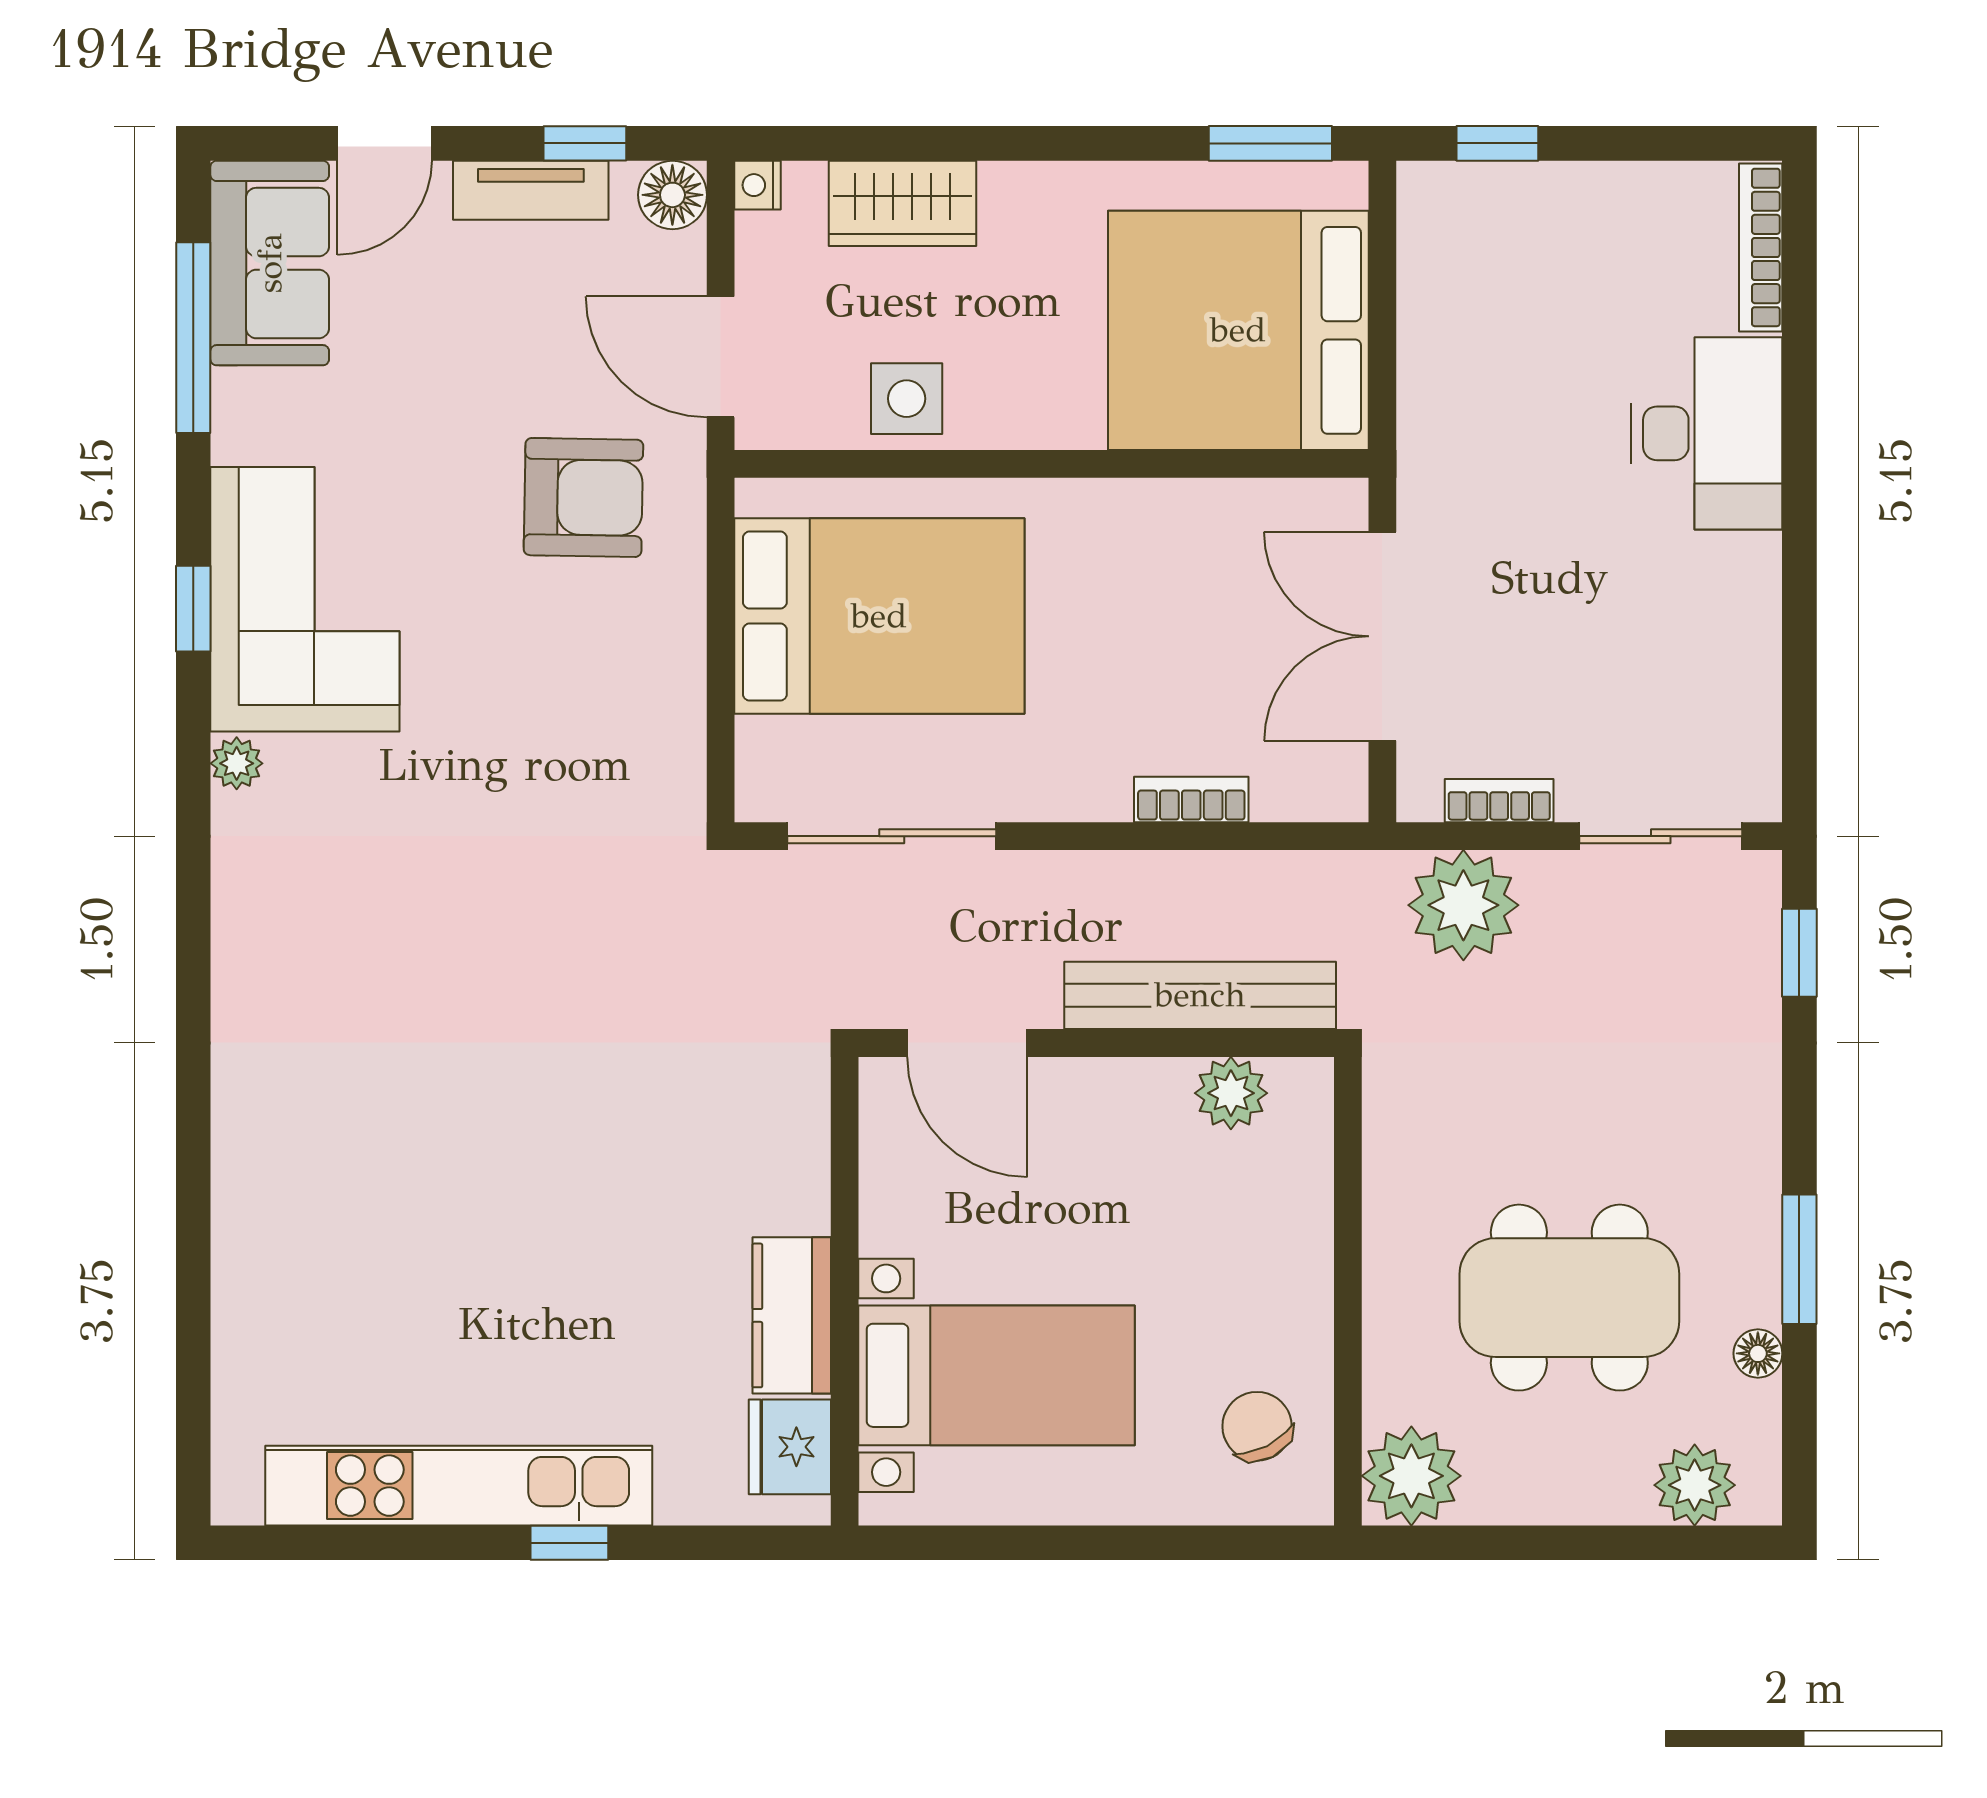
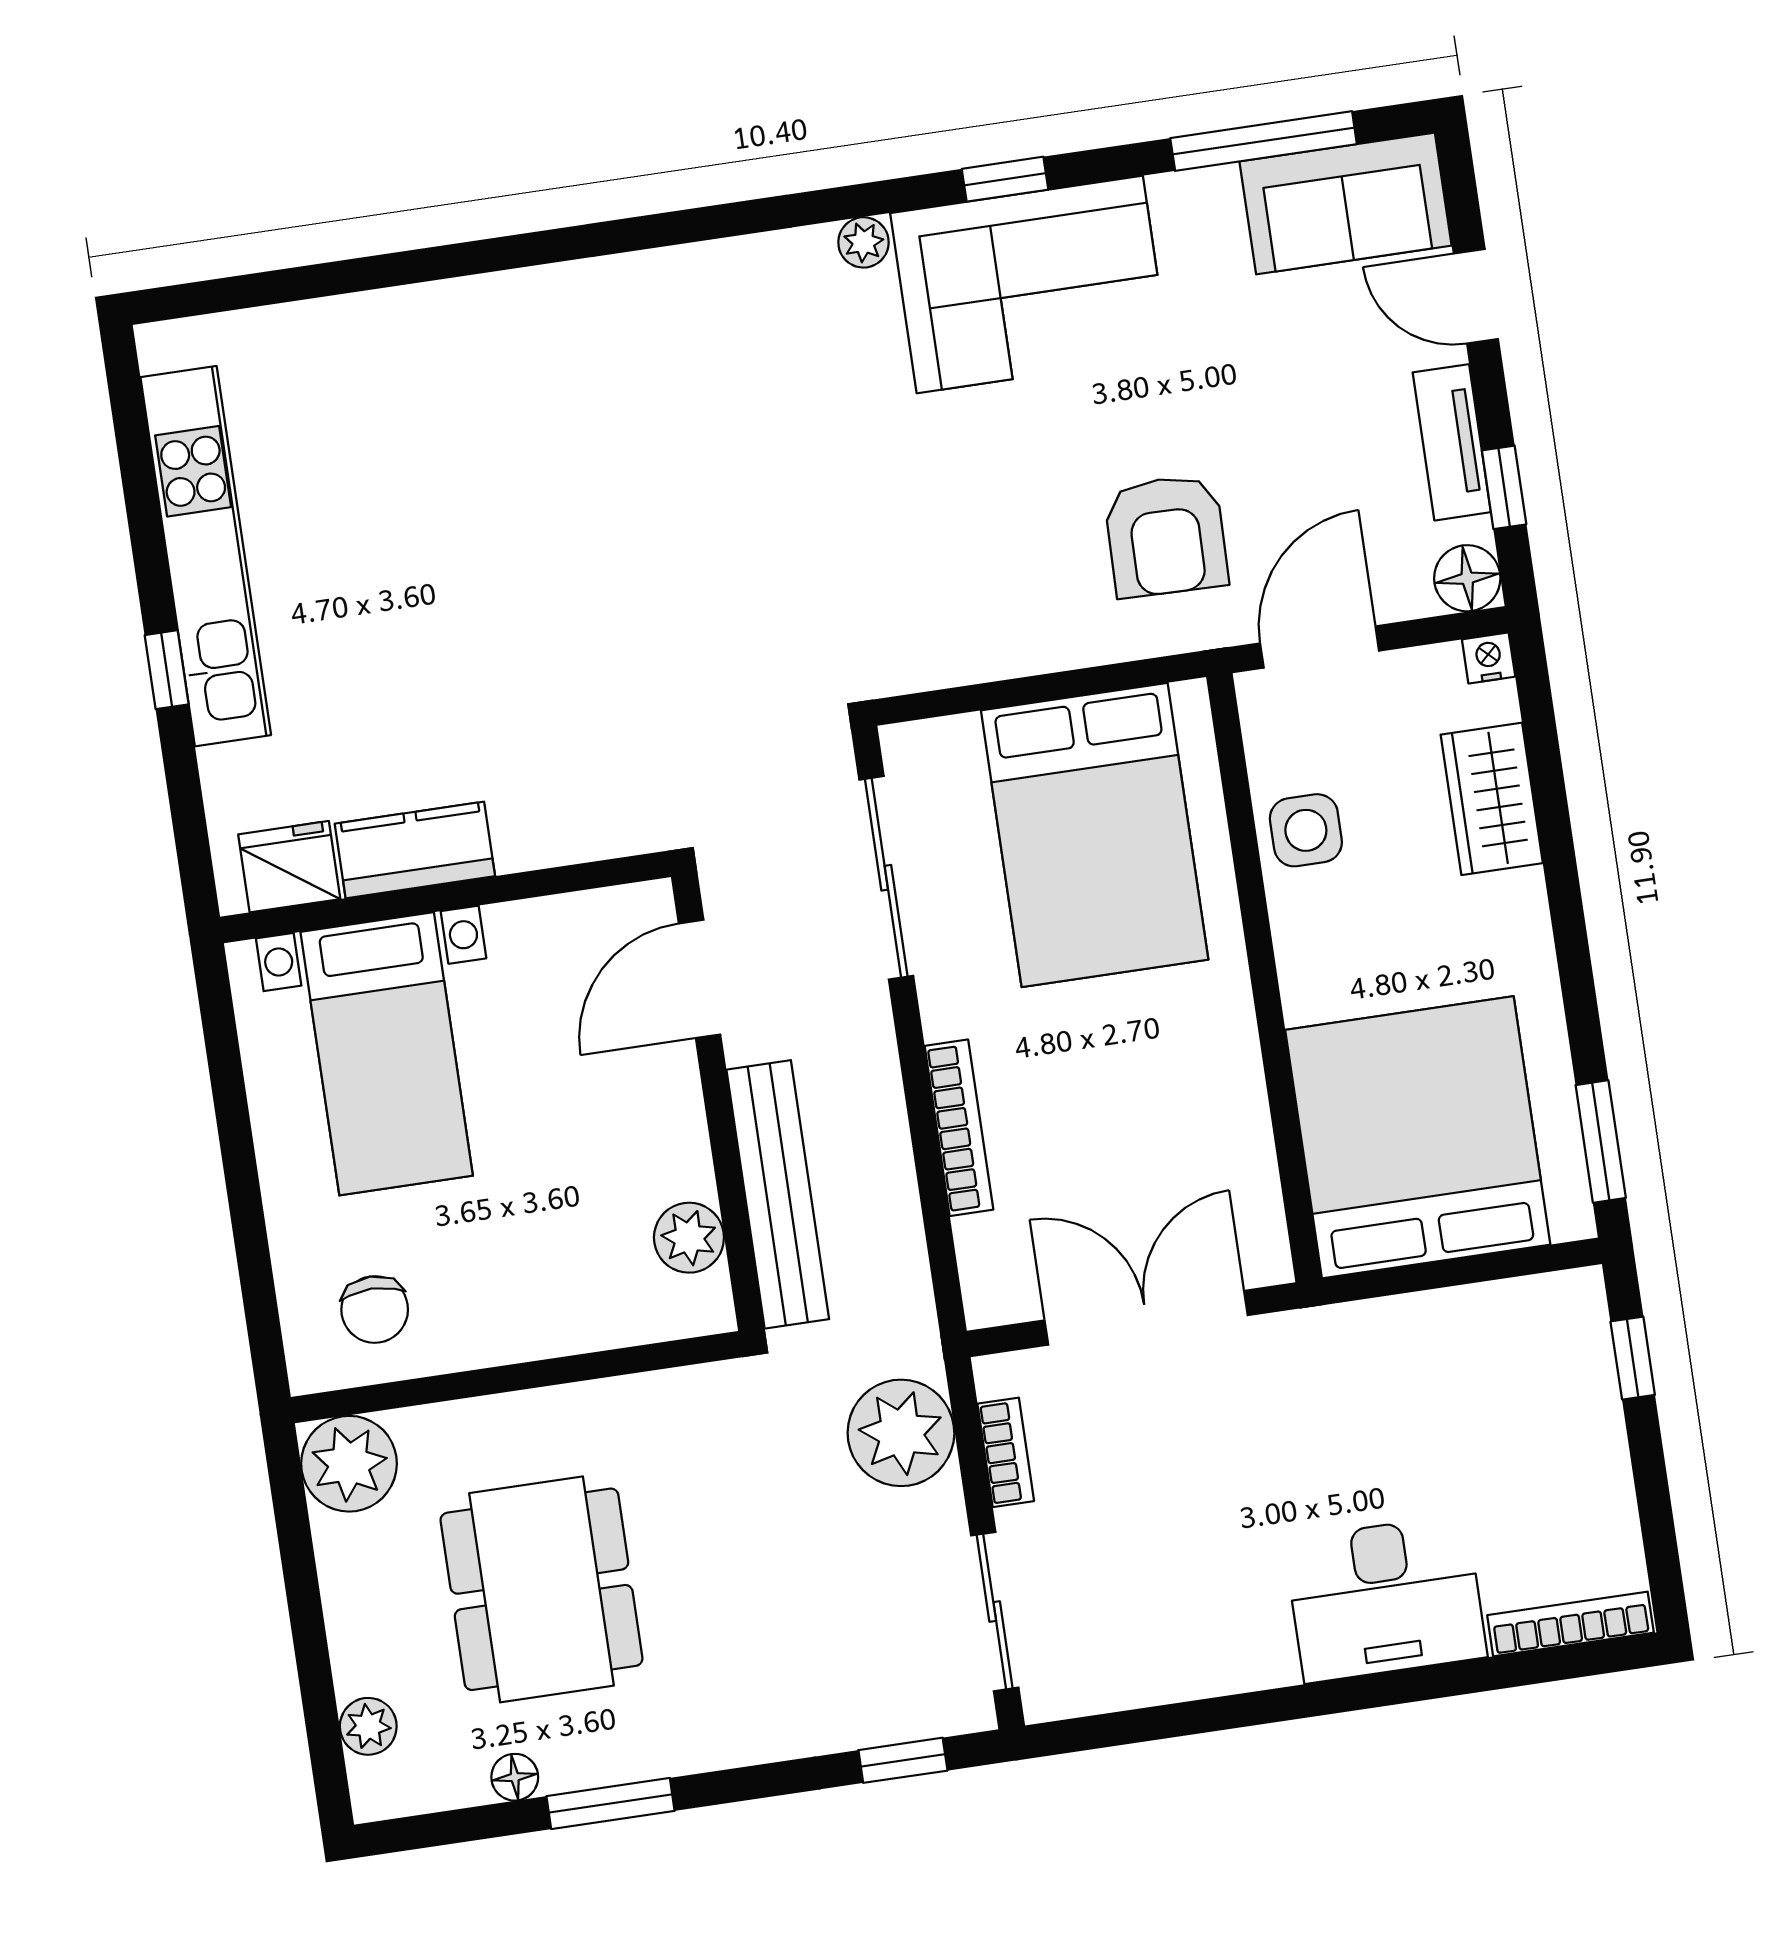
bookcase: (1191, 800) -> (959, 1128), width x1.56
chair: (1257, 1426) -> (375, 1309), turned 117
plant: (1695, 1485) -> (368, 1726), width x0.73, depth x0.73

